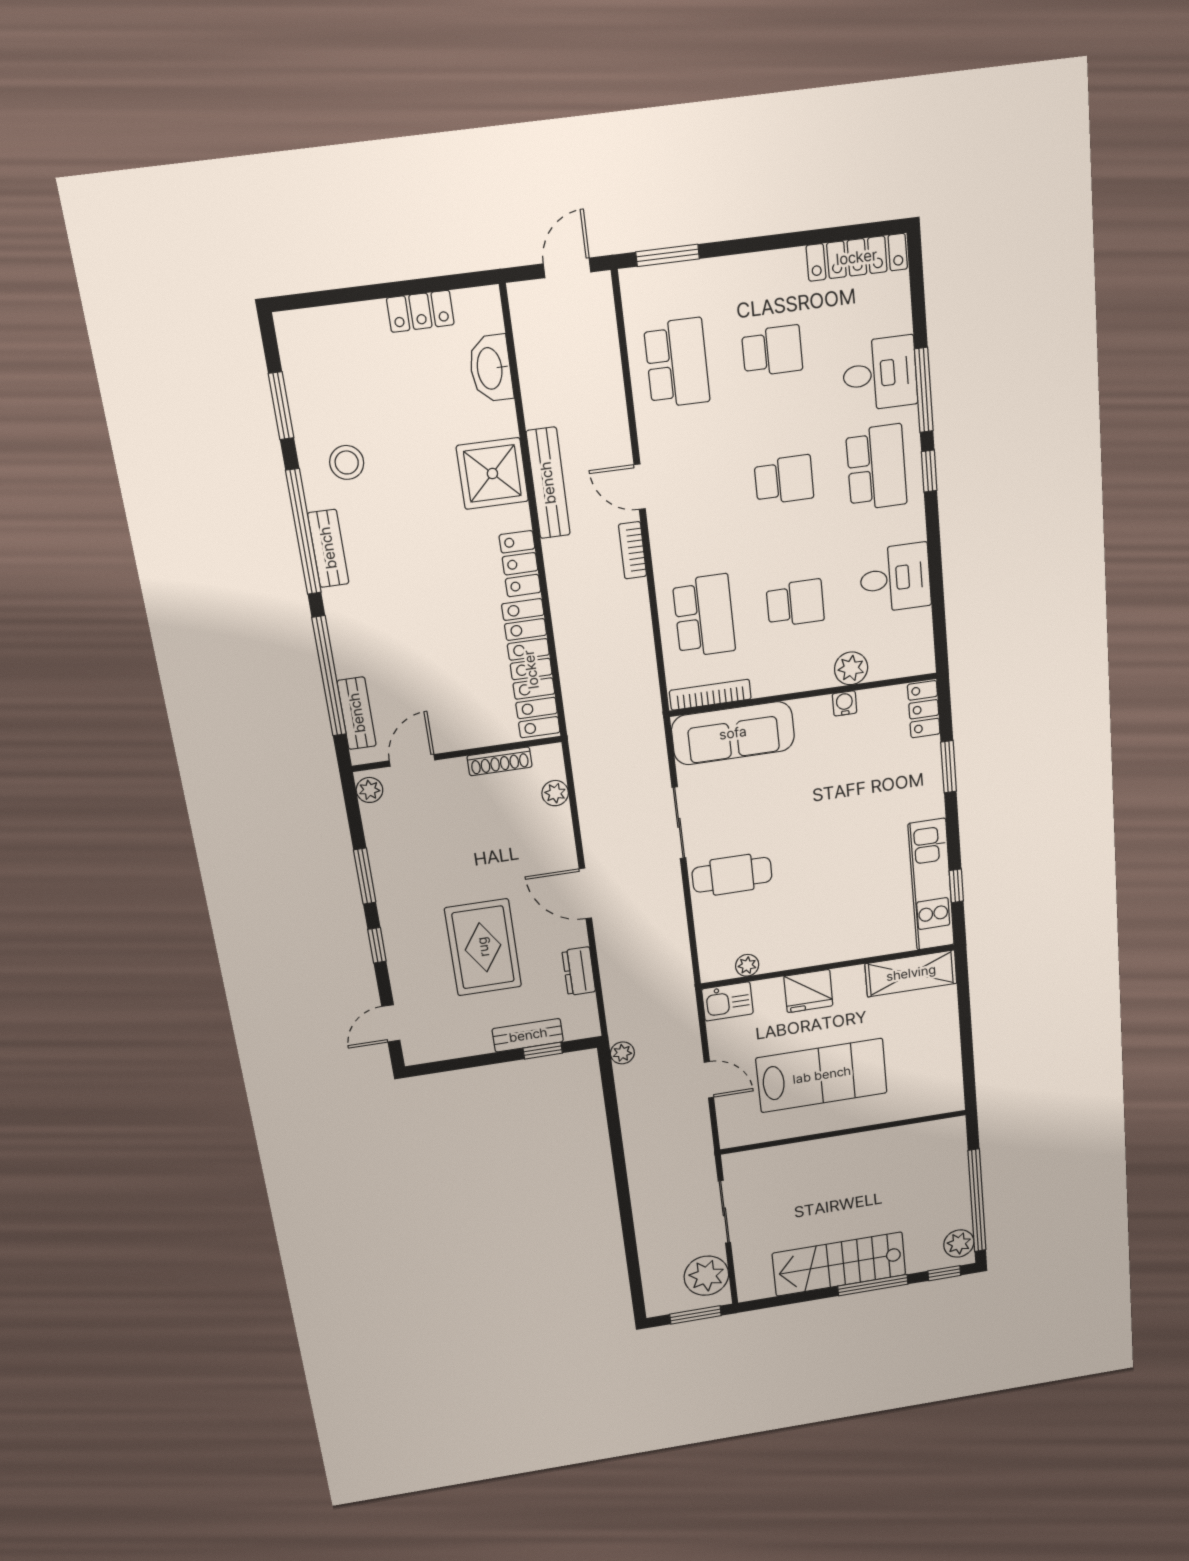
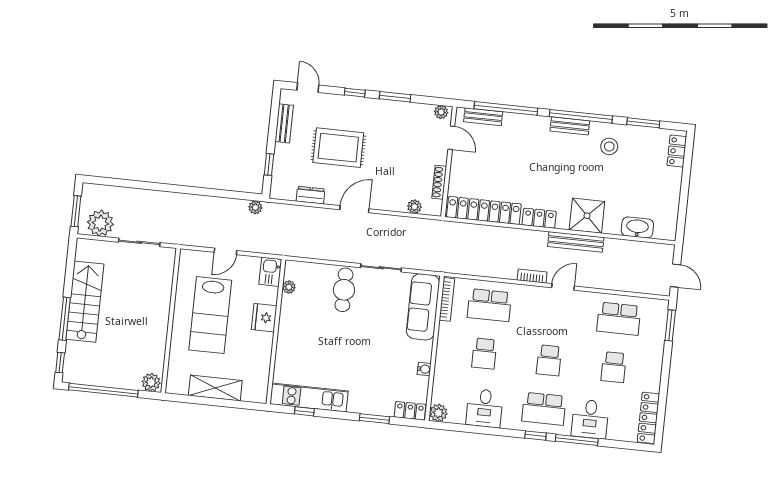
locker: (420, 311) -> (677, 151), moved
plant: (851, 668) -> (438, 413), moved
shelving: (911, 973) -> (215, 388), moved, turned 90
bench: (528, 1035) -> (284, 123), moved
plant: (959, 1244) -> (151, 382), moved

